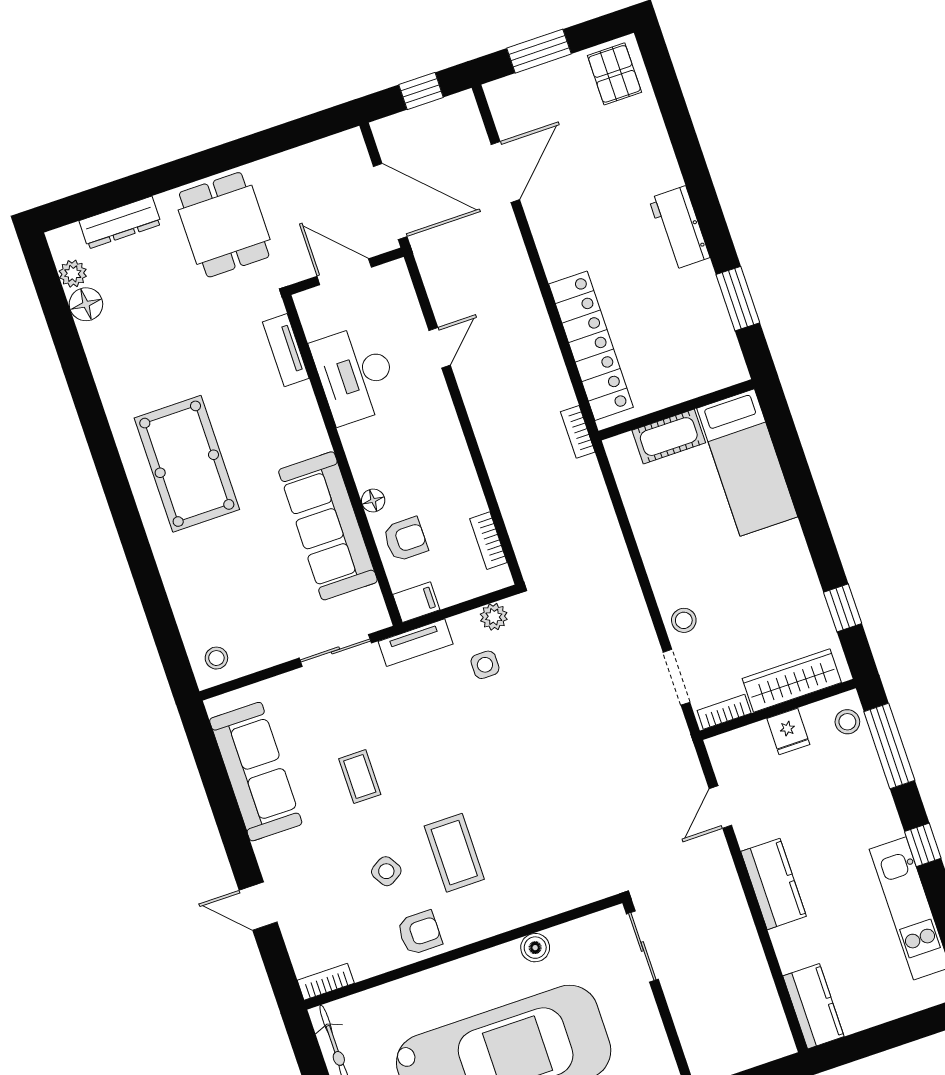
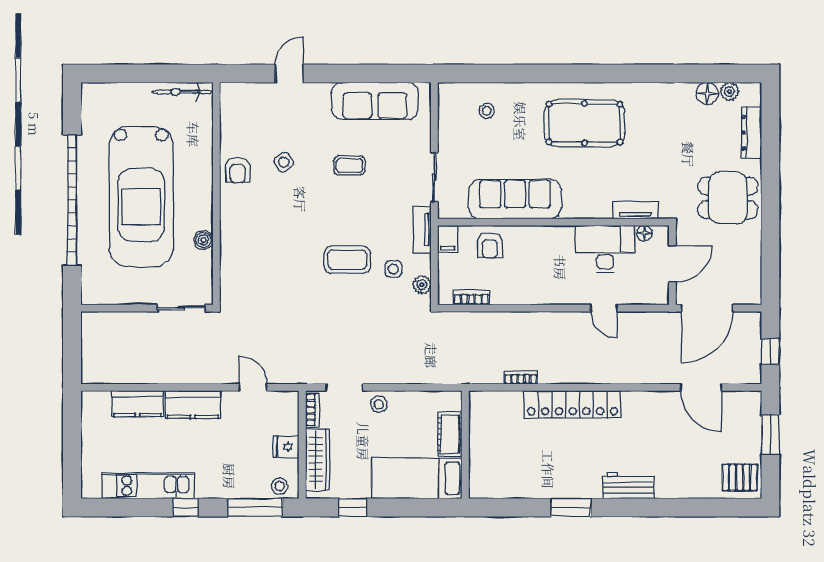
wall: (676, 410) -> (465, 445), moved
cot: (669, 437) -> (450, 434), moved
bed: (747, 463) -> (417, 478), moved
floor lamp: (373, 500) -> (644, 233), moved
stool: (216, 658) -> (487, 111), moved
coffee table: (454, 853) -> (347, 260), moved
bookcase: (326, 982) -> (227, 100), removed
kitchen counter: (813, 1006) -> (137, 404), moved

